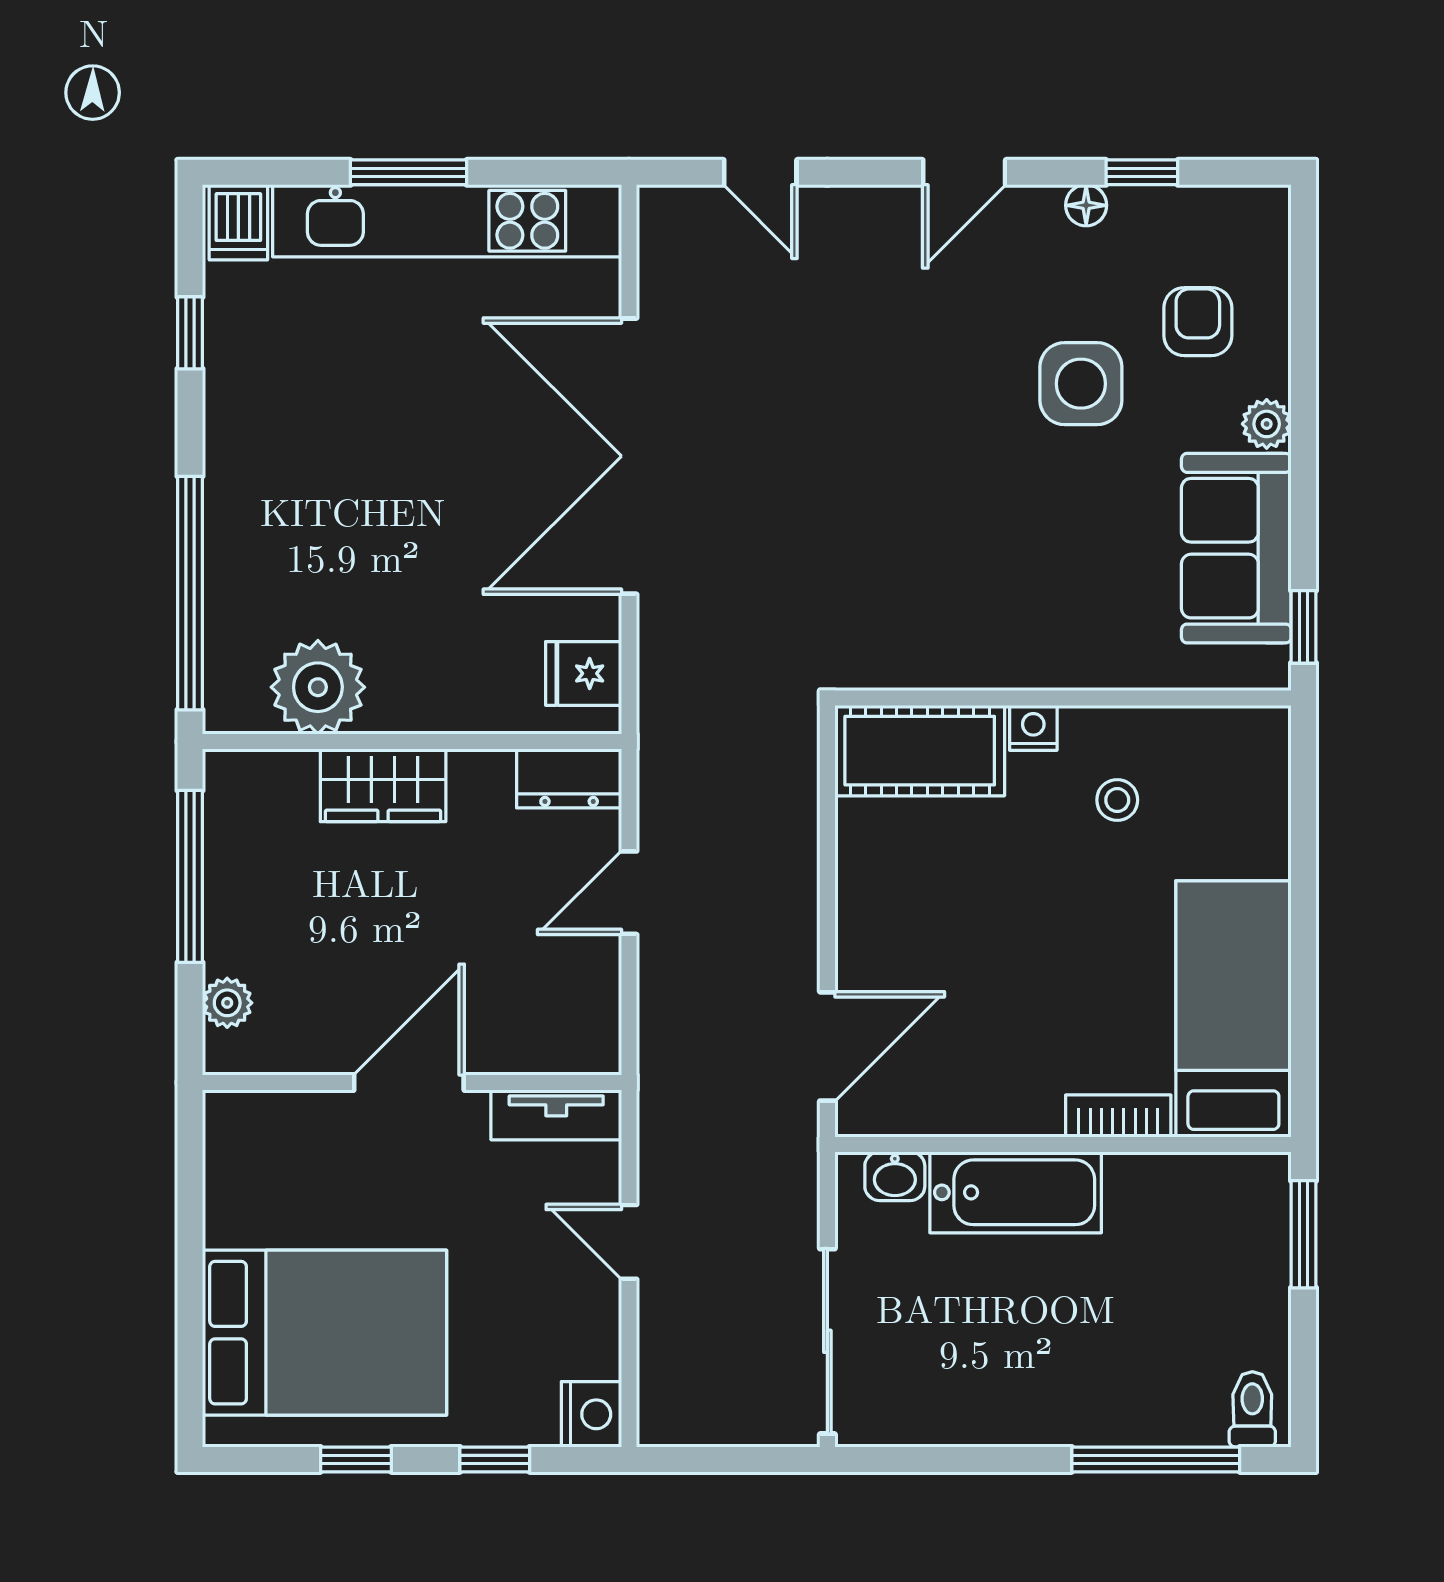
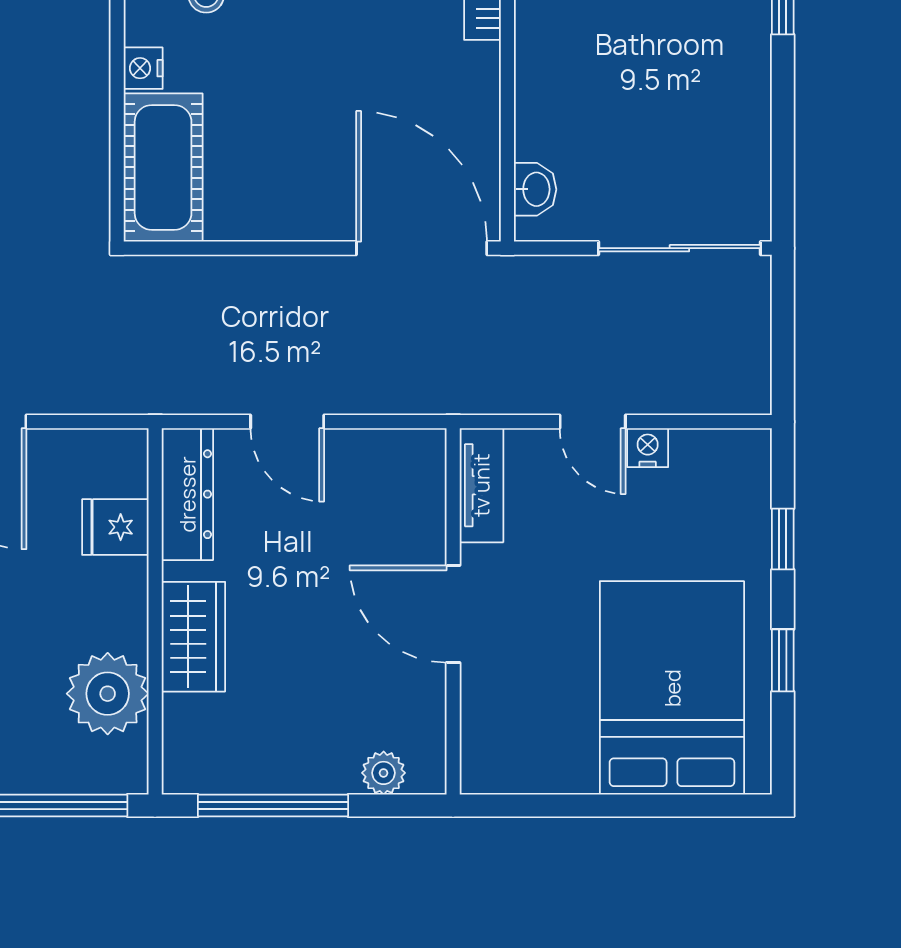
fridge: (584, 673) -> (115, 527), moved, turned 90
dresser: (569, 778) -> (187, 494), width x1.44
door: (827, 1046) -> (422, 248), width x1.36
bathtub: (1016, 1192) -> (549, 84), removed
door: (629, 1242) -> (593, 422), hinge flipped
nightstand: (591, 1414) -> (648, 448), moved, width x0.72, depth x0.74

